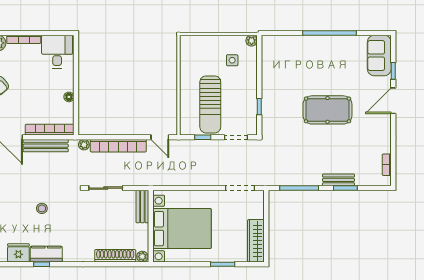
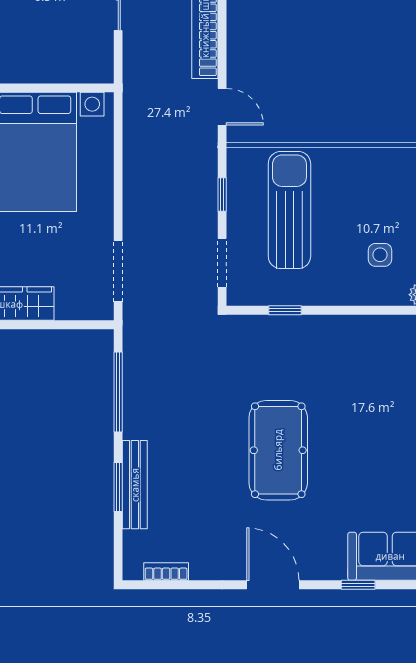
door: (393, 101) -> (273, 585), moved
sun lounger: (210, 104) -> (289, 210), turned 90
door: (160, 137) -> (222, 107), swing flipped
bench: (339, 180) -> (135, 485), width x1.36
bench: (142, 207) -> (80, 71), removed

